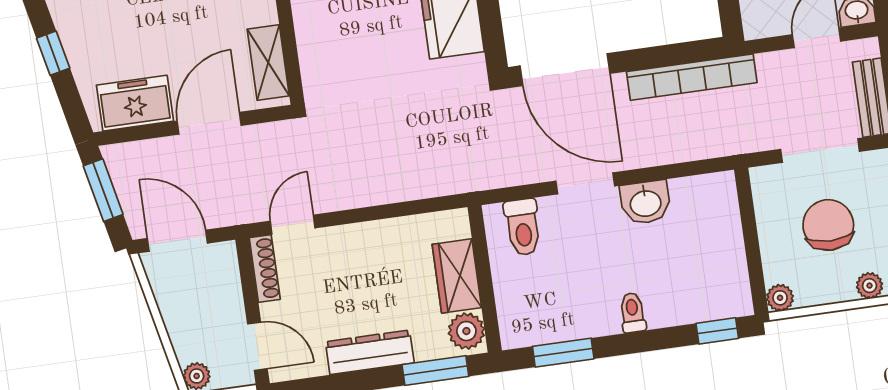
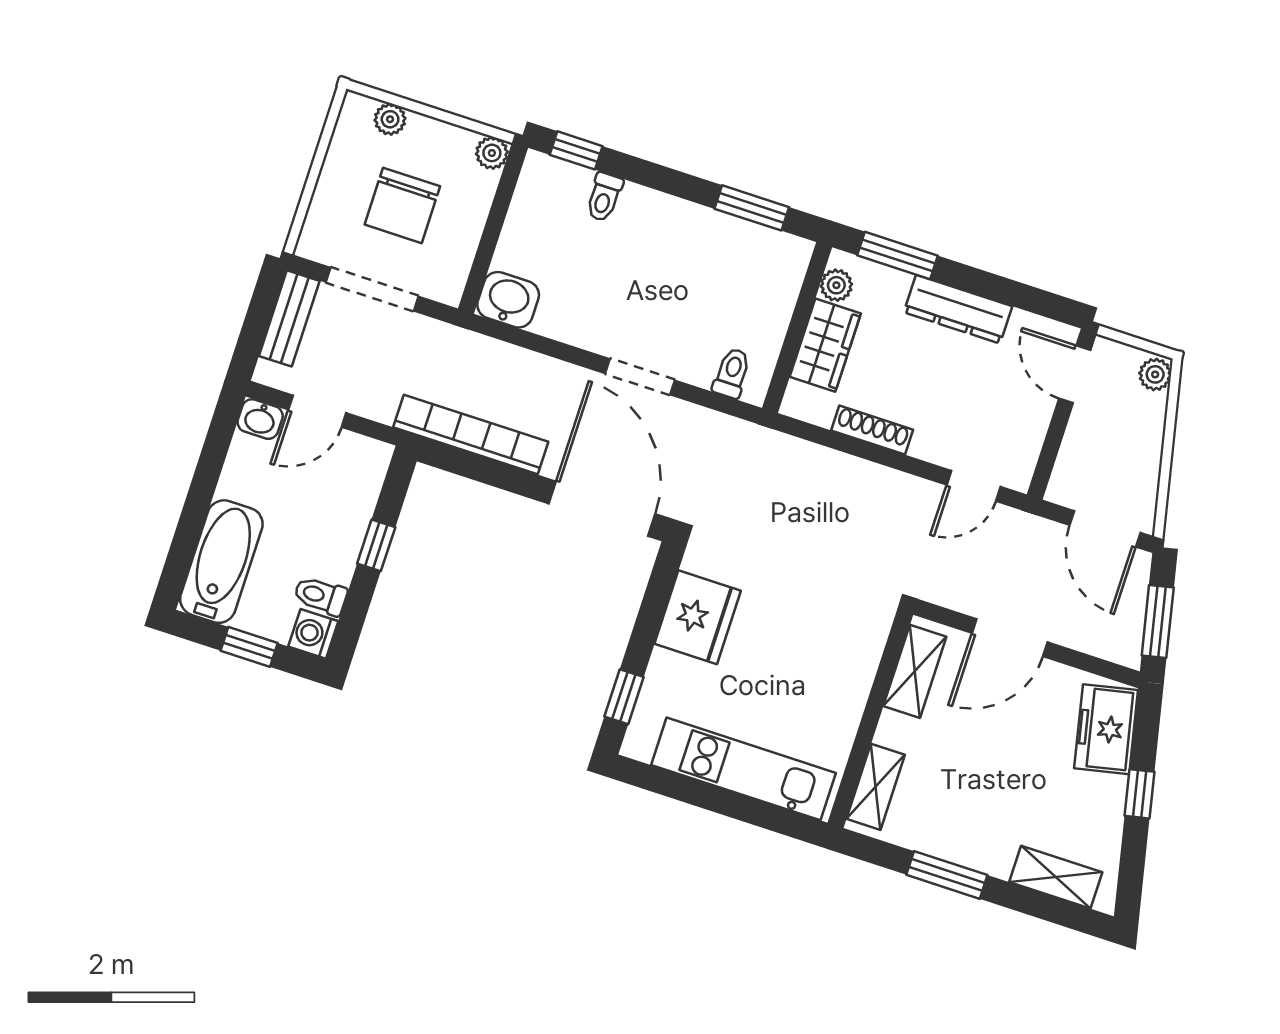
freezer: (135, 103) -> (1106, 729), moved, turned 78
washbasin: (645, 202) -> (508, 300), moved
toilet: (523, 227) -> (732, 373), width x0.73, depth x0.72
shoe rack: (265, 268) -> (872, 430), moved, turned 90
toilet: (633, 313) -> (604, 197), moved
plant: (466, 331) -> (836, 285), width x0.73, depth x0.73

